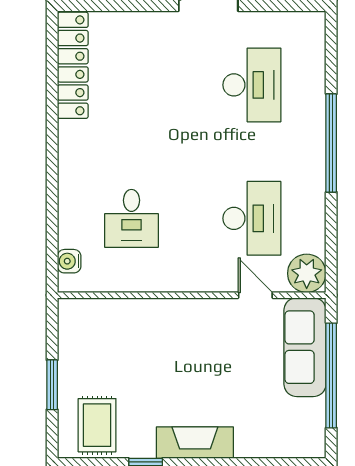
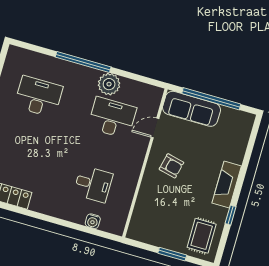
water cooler: (69, 261) -> (93, 221), moved
plant: (307, 273) -> (109, 84), moved
armchair: (200, 341) -> (171, 166), added
rug: (97, 425) -> (202, 236), turned 90

